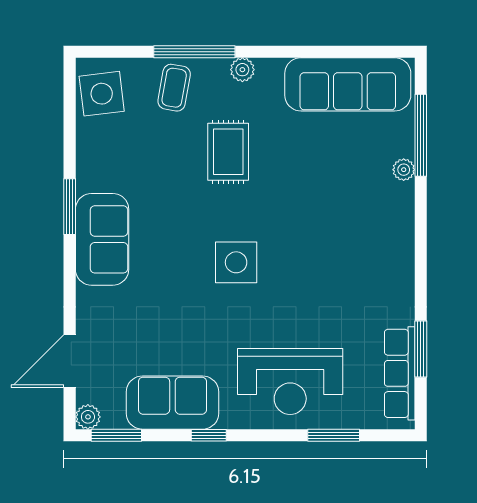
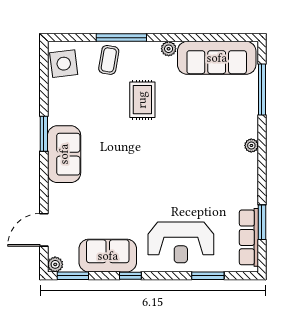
plant: (242, 70) -> (169, 49), moved
plant: (404, 170) -> (251, 145), moved
side table: (236, 262) -> (147, 168), removed

